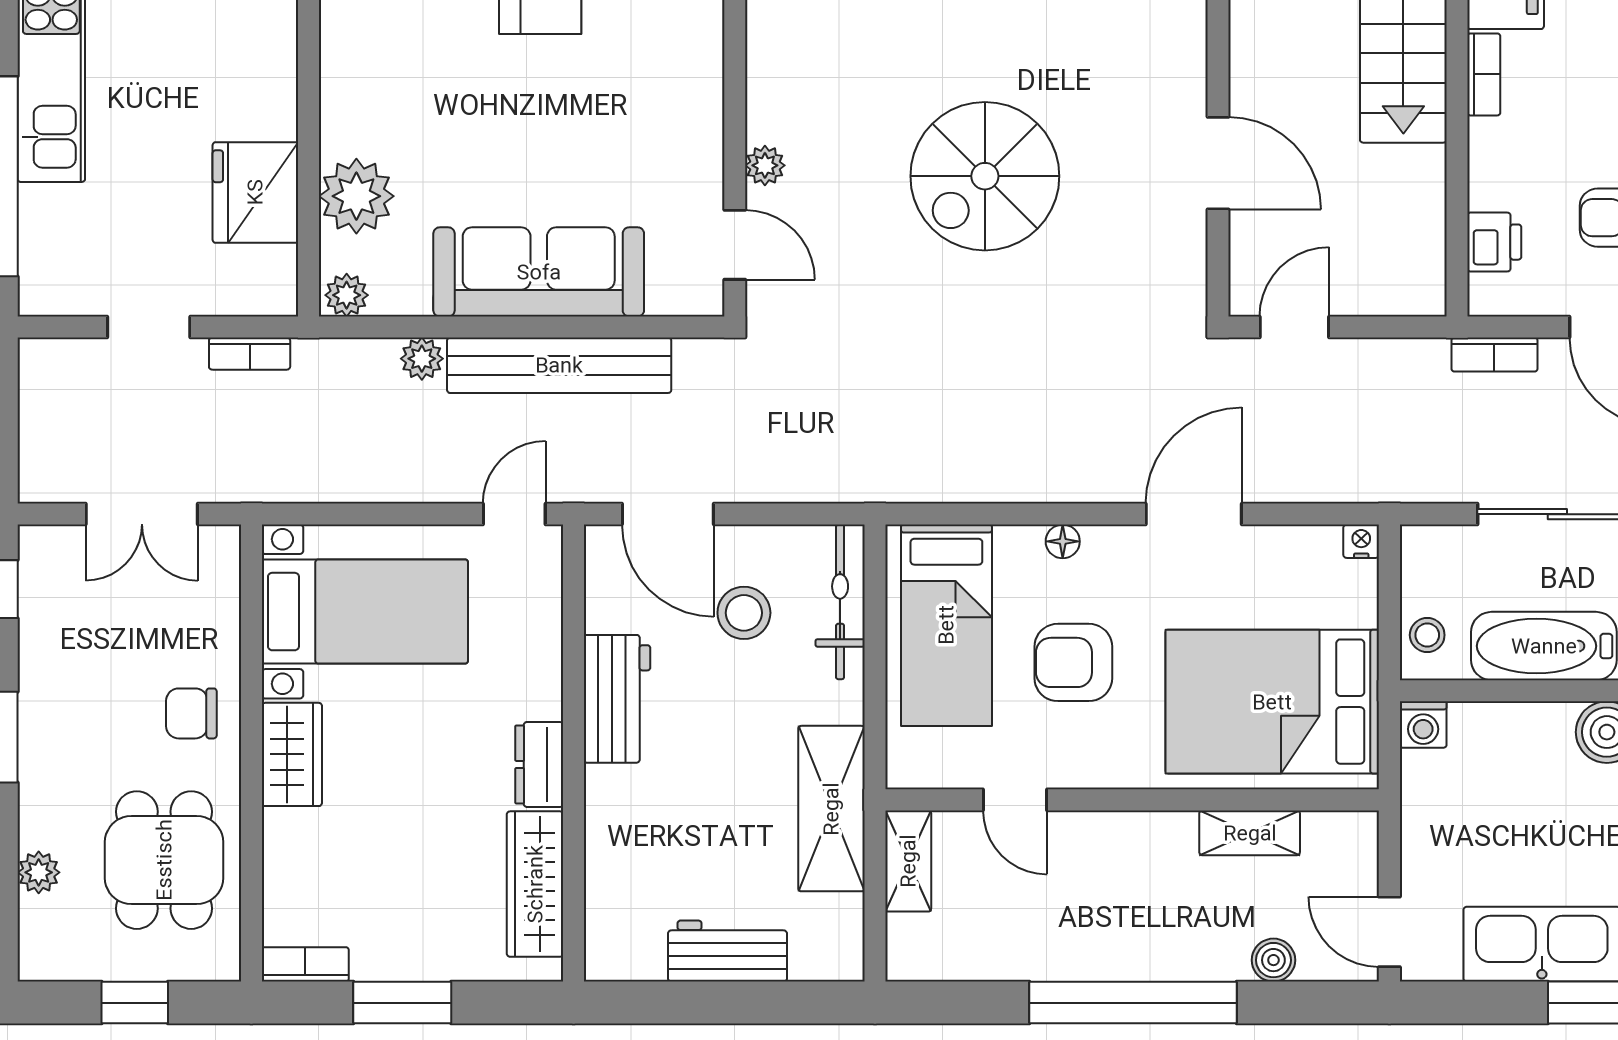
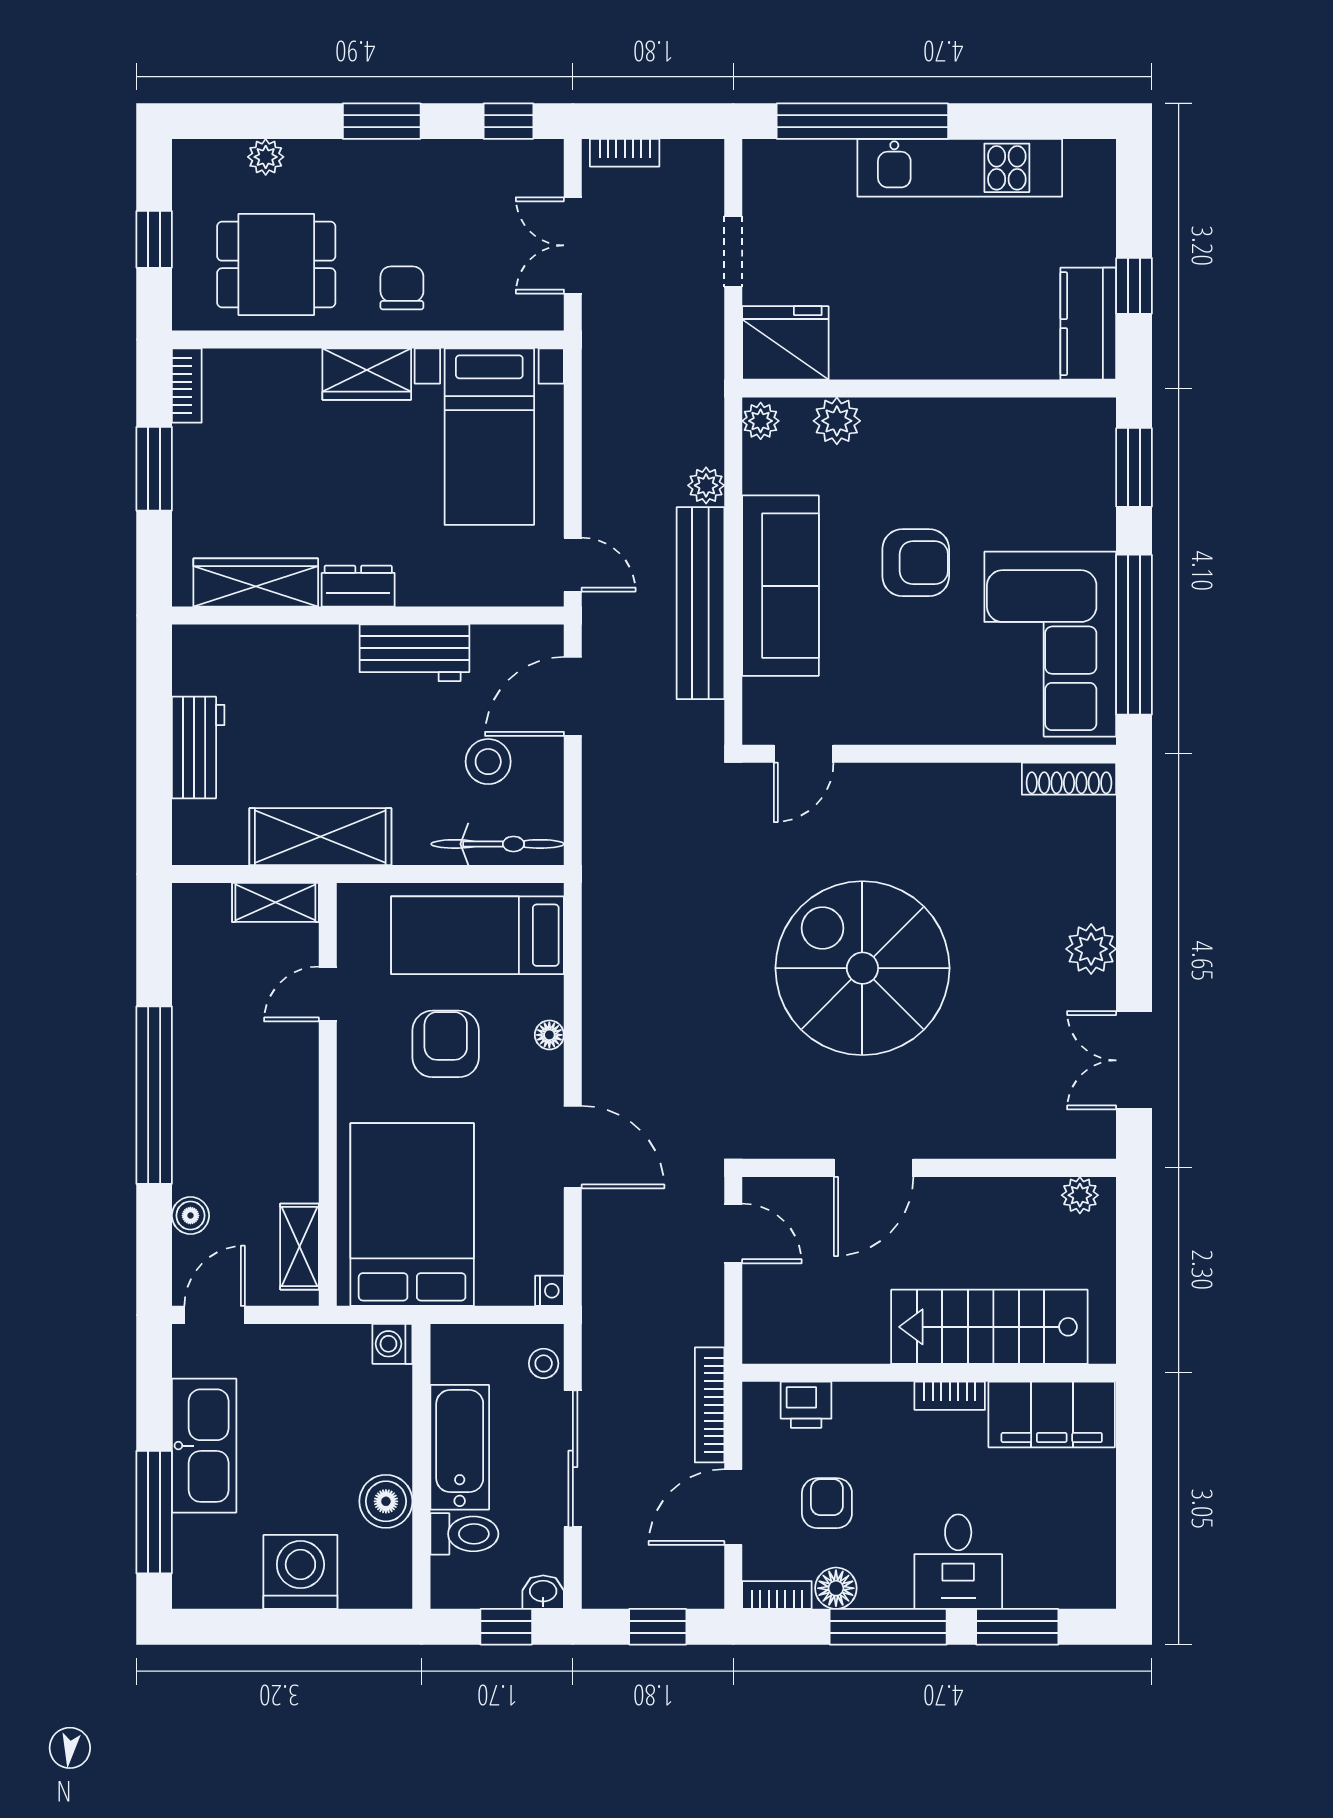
armchair: (512, 114) -> (916, 563), added
plant: (765, 165) -> (872, 780), removed
spiral stairs: (985, 176) -> (862, 968), width x1.37, depth x1.37
fridge: (255, 192) -> (785, 343), moved
plant: (356, 196) -> (837, 421), width x0.73, depth x0.73
bookcase: (250, 354) -> (625, 153), moved, turned -90
bookcase: (1494, 355) -> (710, 1405), width x1.56
stool: (1427, 635) -> (544, 1363), moved
shelving: (1250, 833) -> (300, 1247), moved

